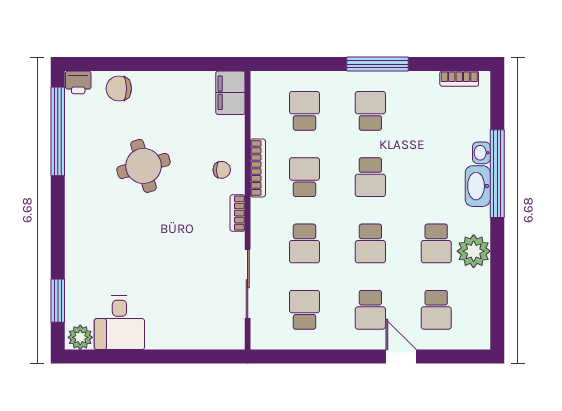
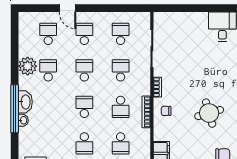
school desk: (304, 310) -> (121, 34), turned 180

